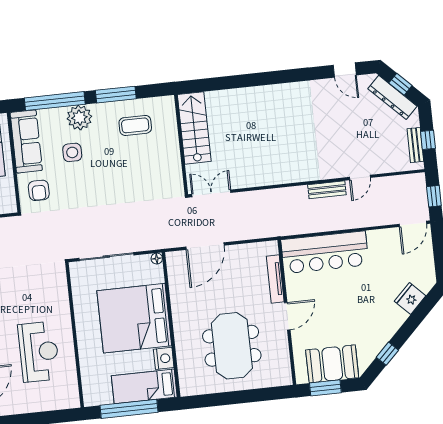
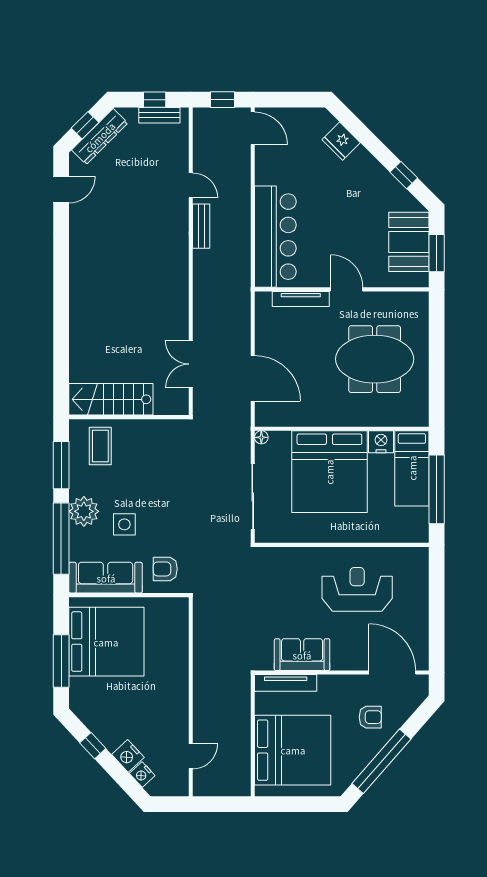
stairs: (194, 128) -> (111, 399), moved
wall: (181, 145) -> (129, 417), moved
armchair: (39, 190) -> (165, 569), turned 180

